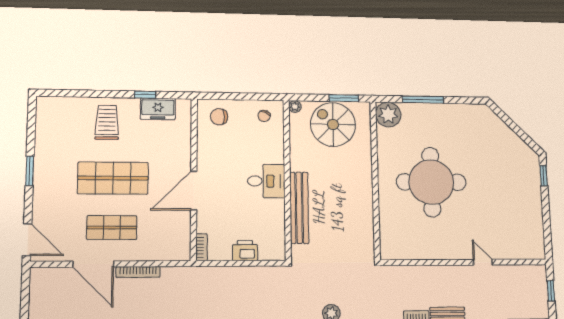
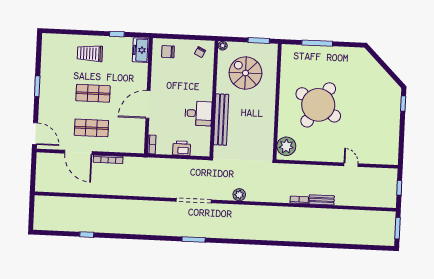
freezer: (158, 109) -> (141, 50), moved, turned 90
plant: (388, 115) -> (286, 146), moved
trolley: (107, 122) -> (90, 53), turned -90
spiral stairs: (333, 124) -> (245, 73), moved
shop shelf: (113, 178) -> (93, 93), width x0.70, depth x0.74
desk: (266, 181) -> (198, 113), moved
round table: (431, 182) -> (318, 105), turned 32

